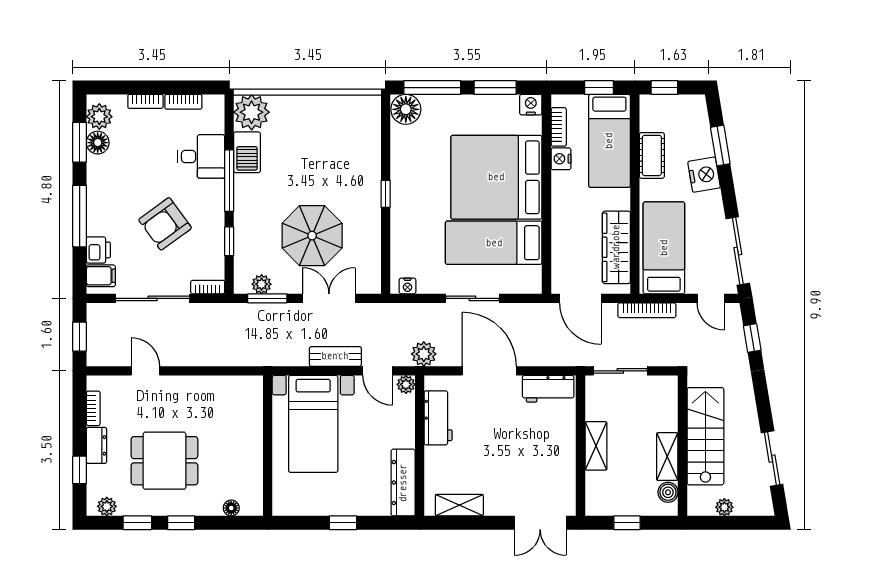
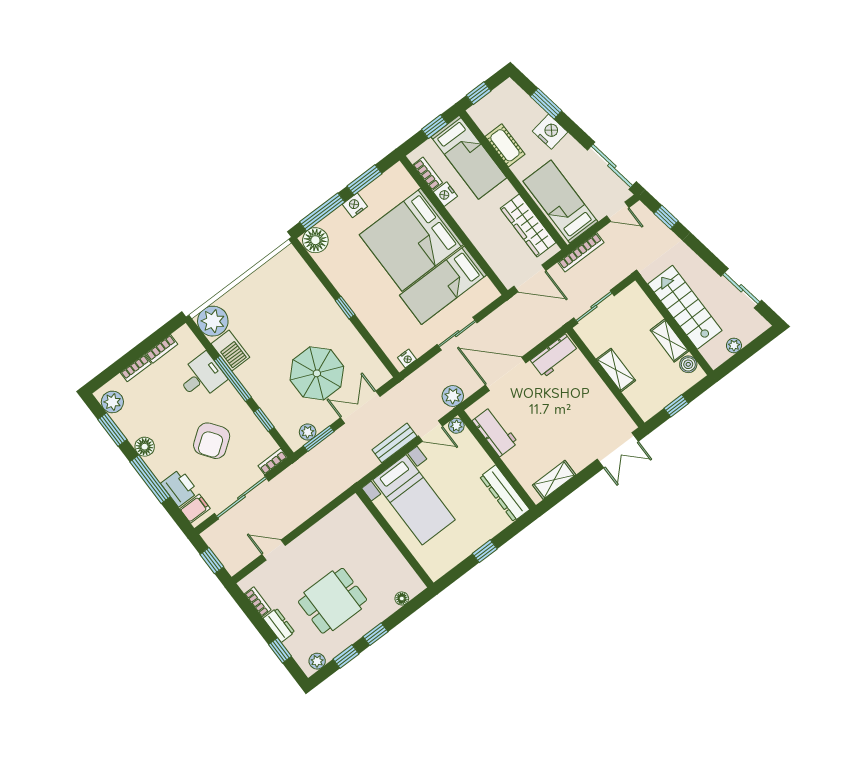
nightstand: (531, 105) -> (355, 205), moved
floor lamp: (98, 143) -> (145, 447), moved
printer: (98, 250) -> (180, 488), width x1.36, depth x1.24

